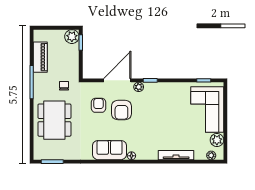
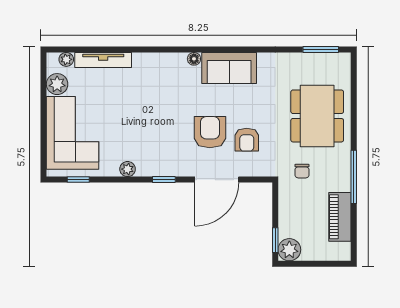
plant: (139, 87) -> (128, 169), moved
tv unit: (176, 155) -> (103, 60), moved

